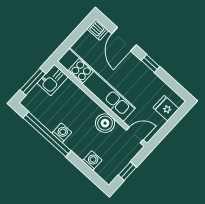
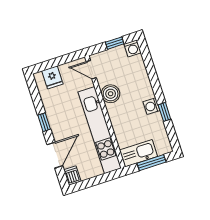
kitchen sink: (53, 80) -> (139, 153), width x1.38
window: (47, 134) -> (164, 112), width x0.32
washing machine: (92, 161) -> (133, 48), moved, turned -90

